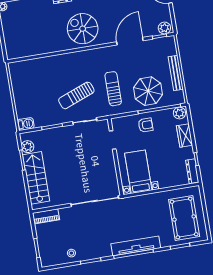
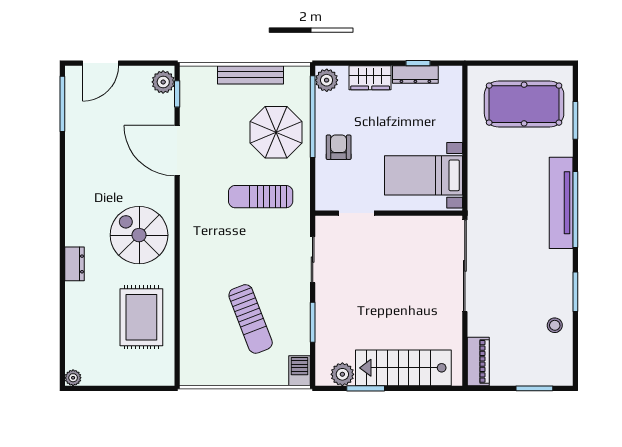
spiral stairs: (83, 29) -> (139, 235), turned 90
rug: (40, 37) -> (141, 317), added
sun lounger: (76, 95) -> (251, 319), moved
dresser: (192, 171) -> (415, 74), moved

